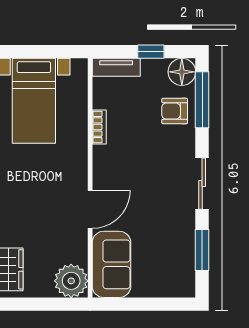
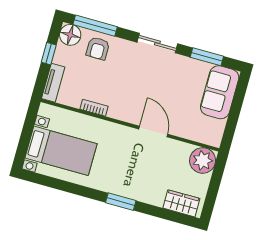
sofa: (111, 264) -> (220, 92), moved, turned -90

